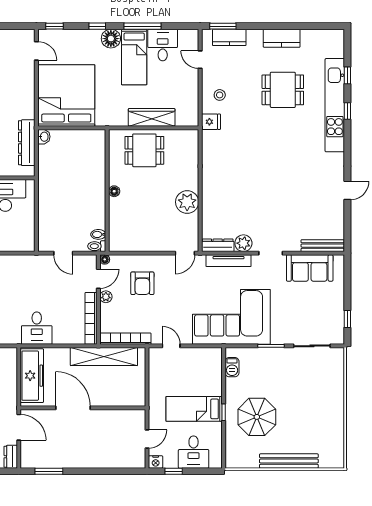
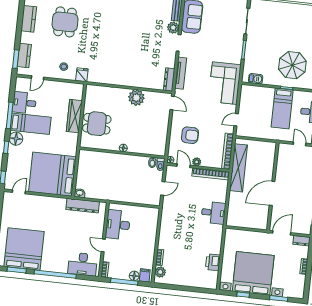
dining table: (144, 150) -> (97, 124), turned 90
plant: (243, 243) -> (173, 28), moved
corner sofa: (231, 317) -> (225, 83), width x0.73, depth x0.74
freezer: (32, 376) -> (246, 220), removed

